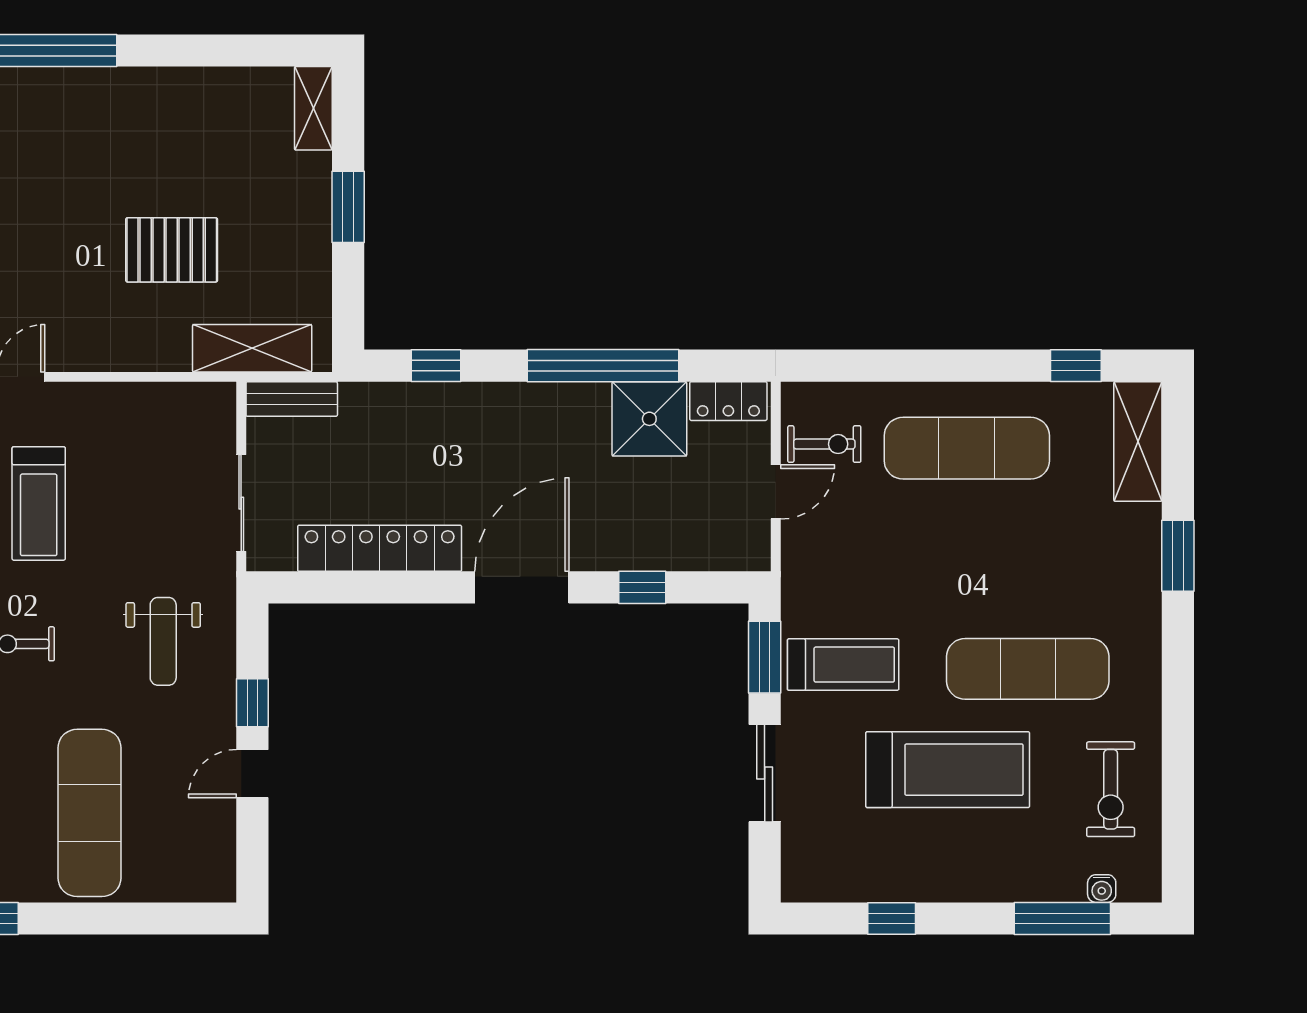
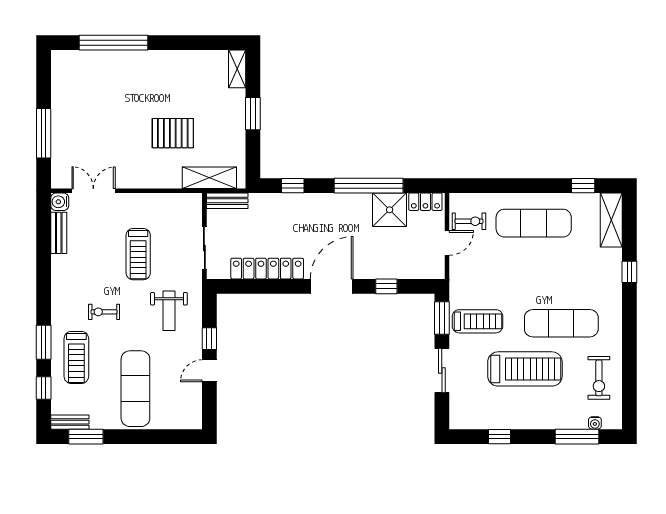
treadmill: (39, 503) -> (138, 254), moved
window: (1178, 556) -> (629, 272), width x0.67

